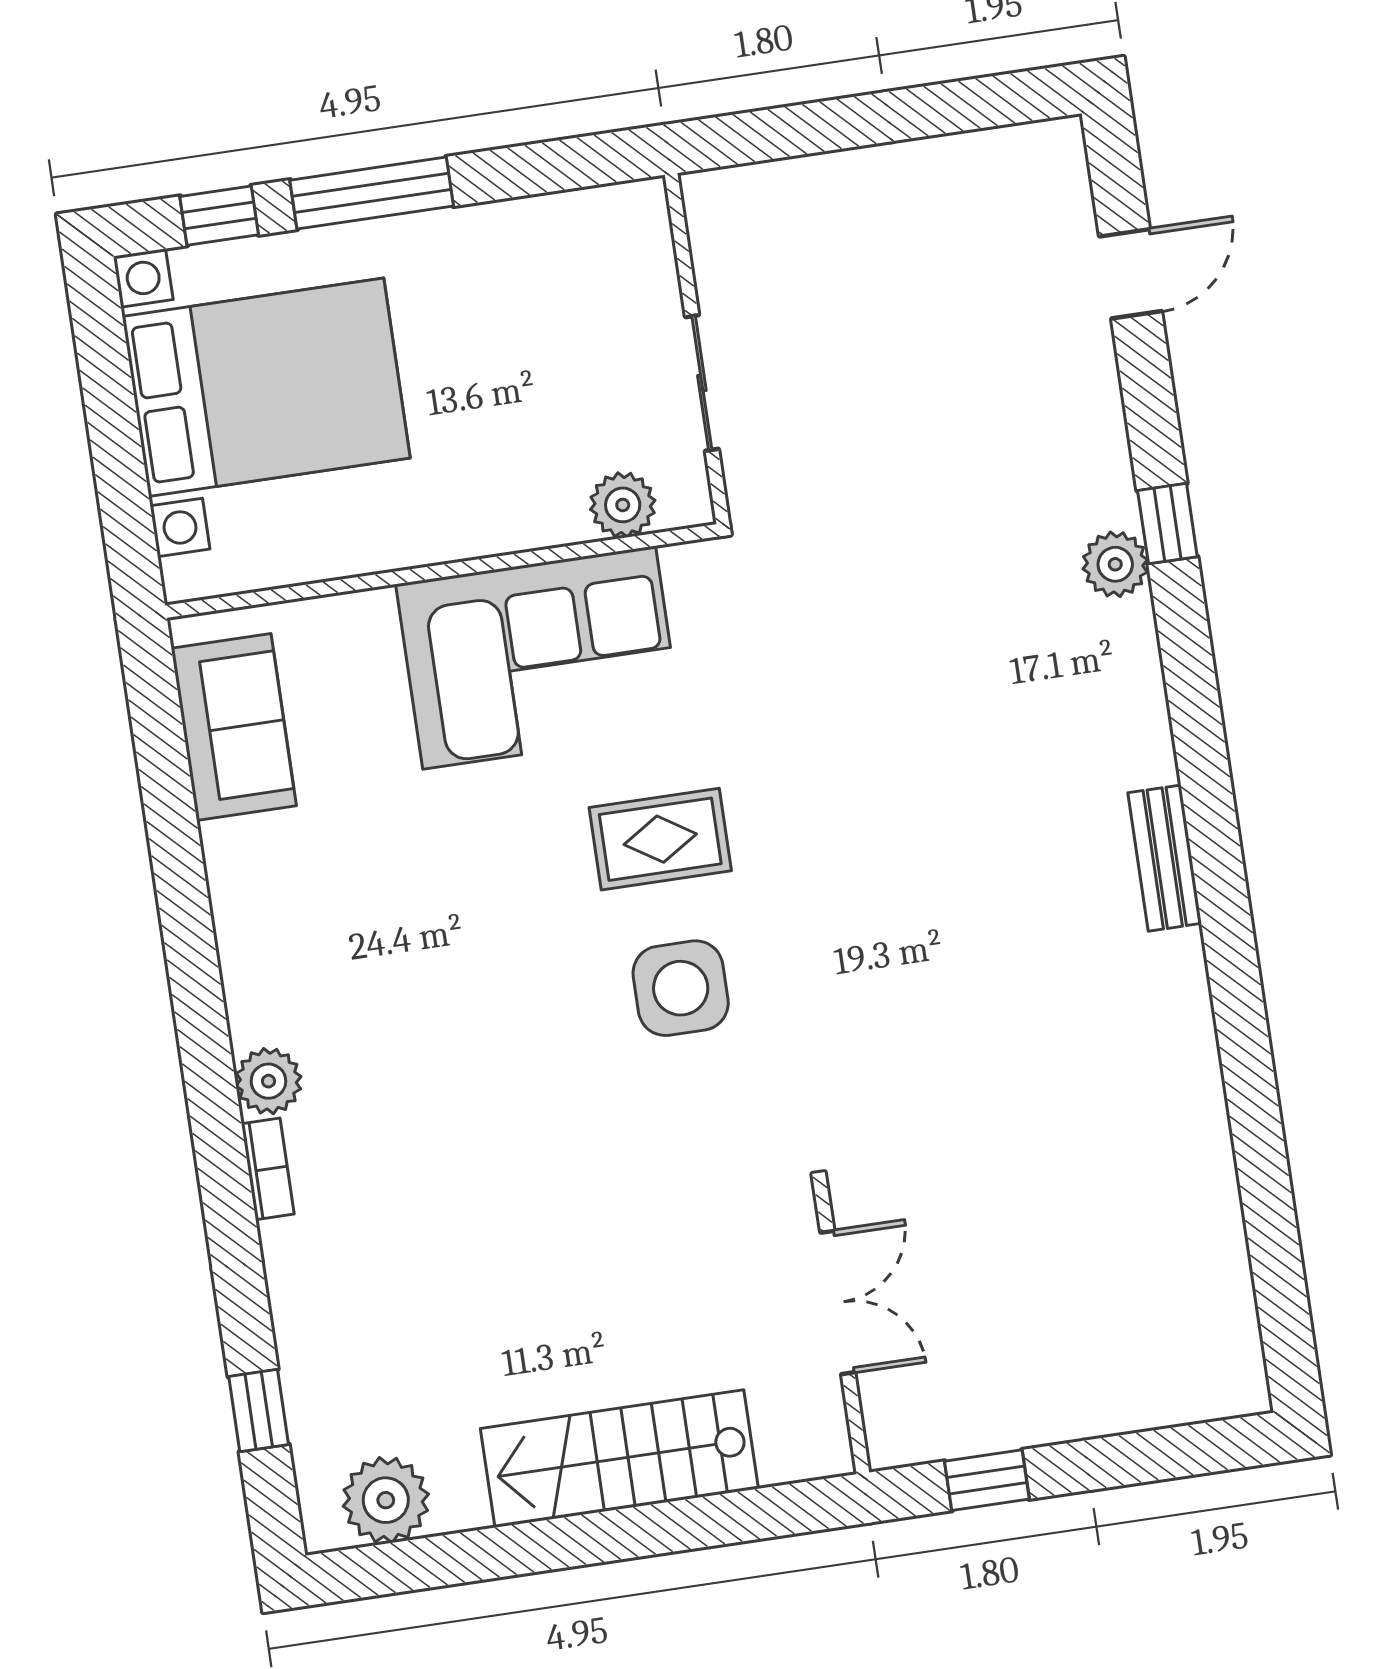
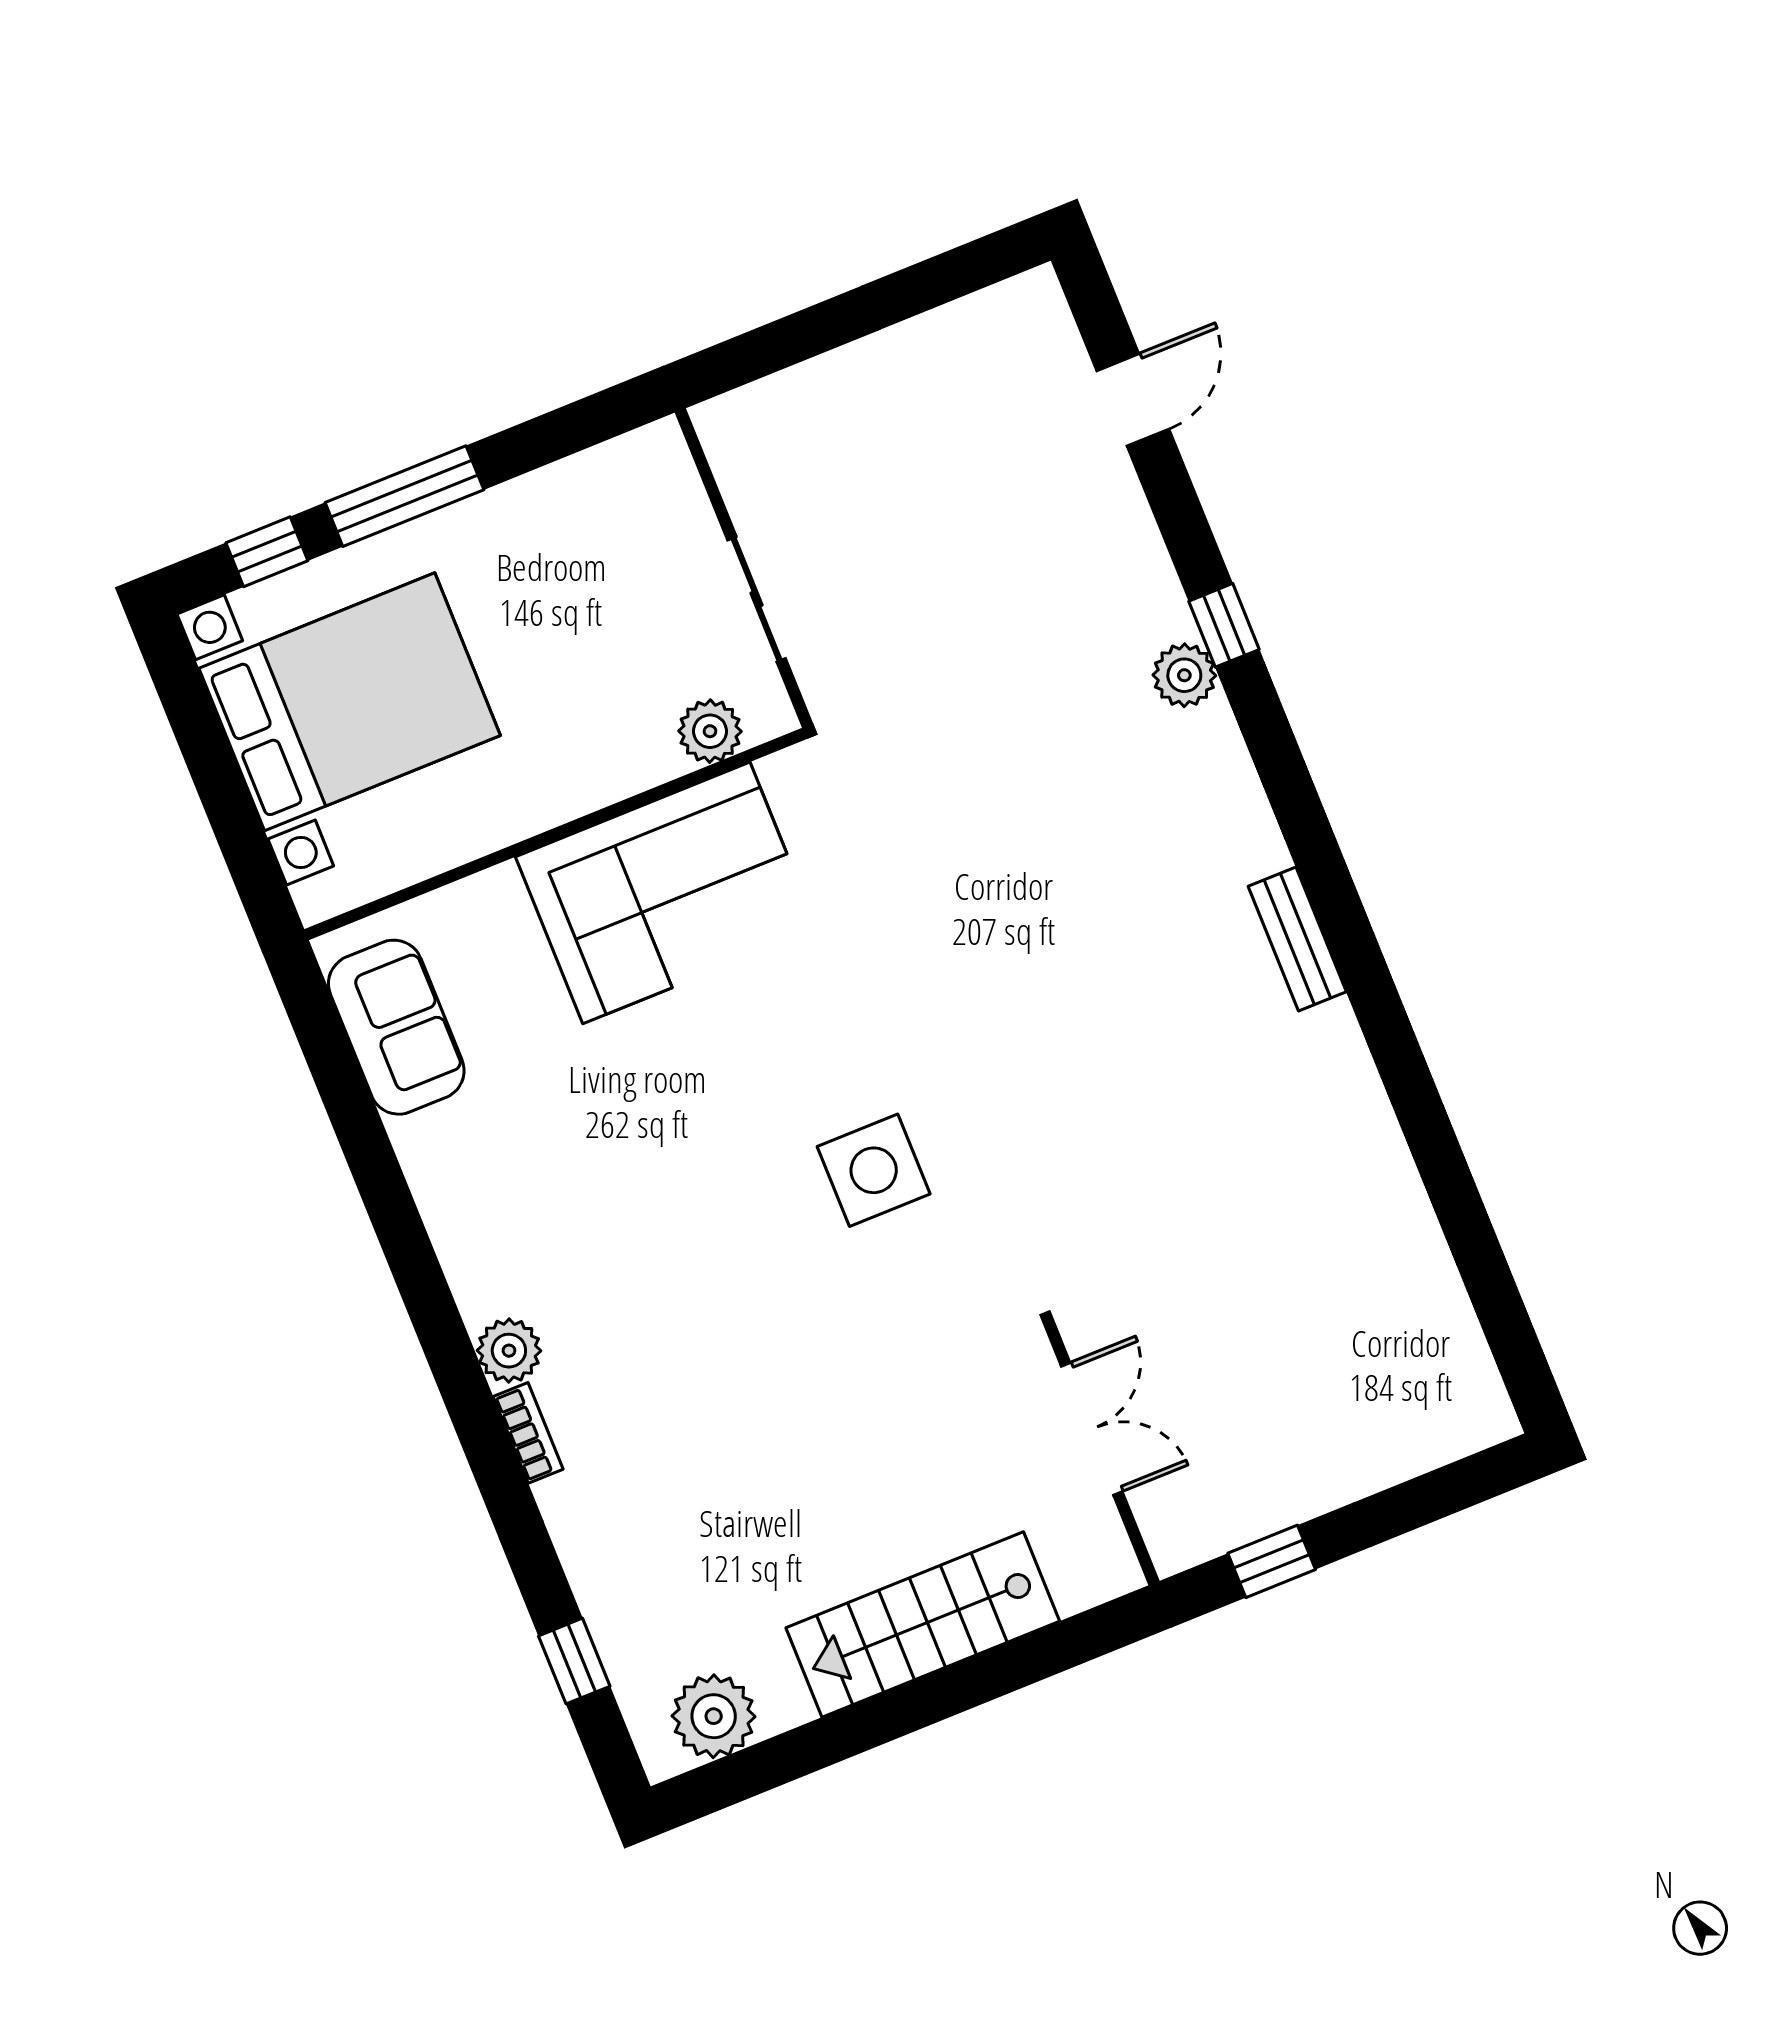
rug: (660, 839) -> (821, 1035), removed

